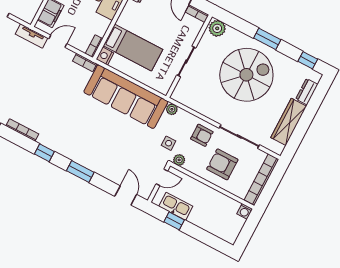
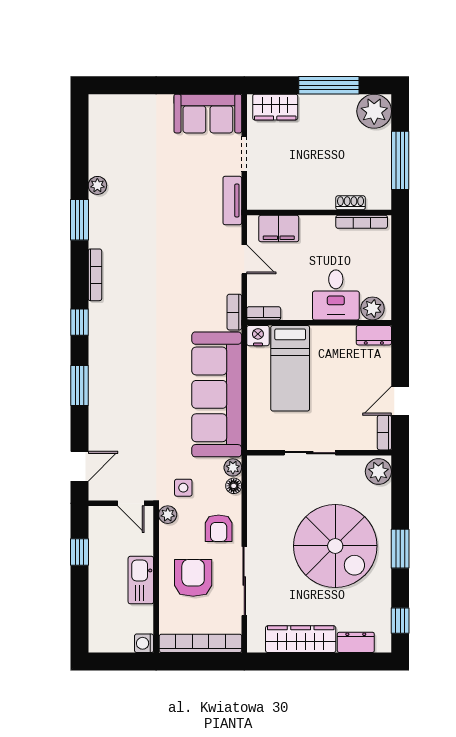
tv unit: (32, 36) -> (232, 200), moved
floor lamp: (182, 114) -> (234, 486), added
kitchen sink: (176, 206) -> (141, 580), moved, turned 180

